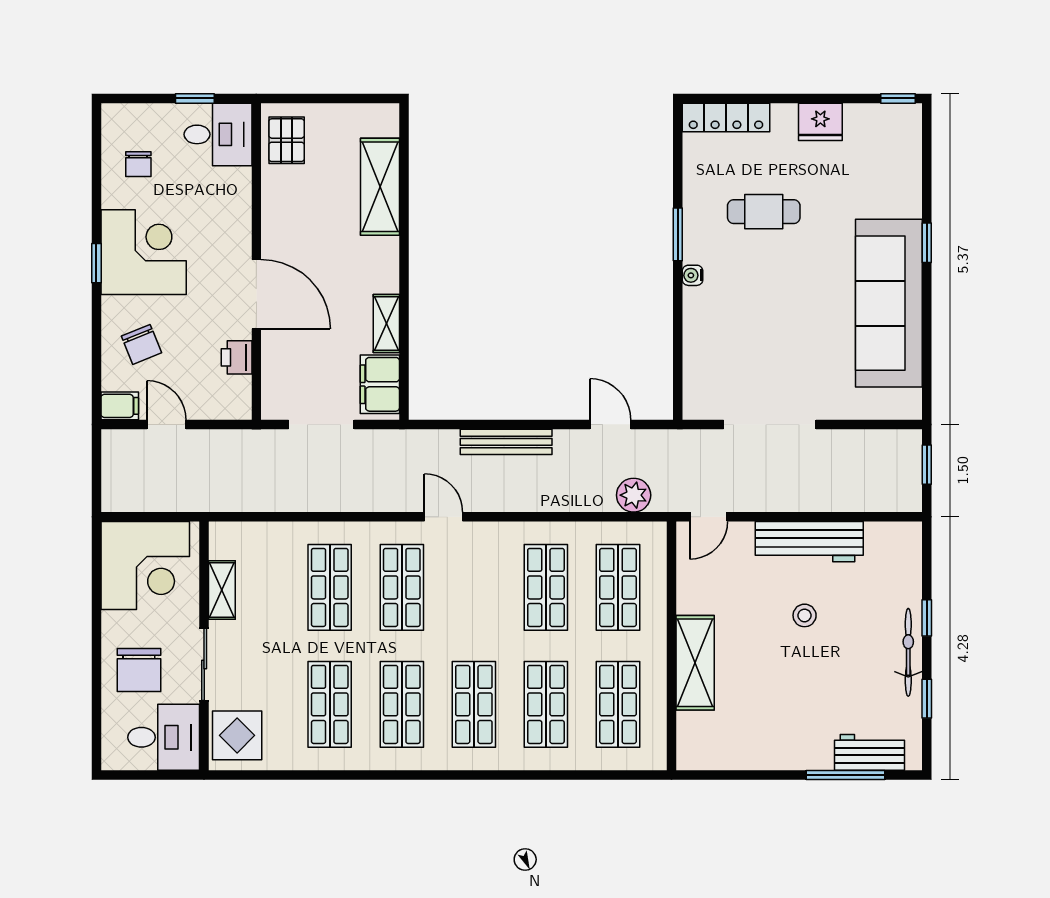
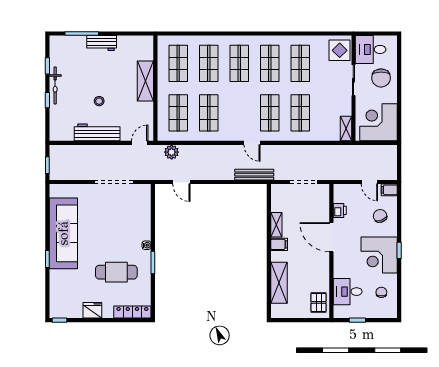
desk: (218, 134) -> (348, 292), moved
cafe table: (764, 212) -> (116, 272), width x1.37, depth x1.35
filing cabinet: (380, 384) -> (279, 244), moved, width x0.50
bench: (506, 442) -> (254, 175), moved
shelving: (222, 590) -> (346, 128), moved
chair: (139, 670) -> (381, 78), turned 180
workbench: (870, 752) -> (102, 43), moved

